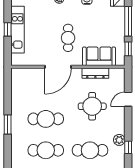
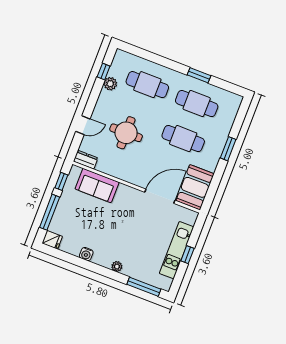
cafe table: (68, 38) -> (124, 219), removed
door: (58, 67) -> (160, 196), moved
dresser: (95, 73) -> (86, 160), moved, width x0.70
booth: (22, 84) -> (195, 187), added

